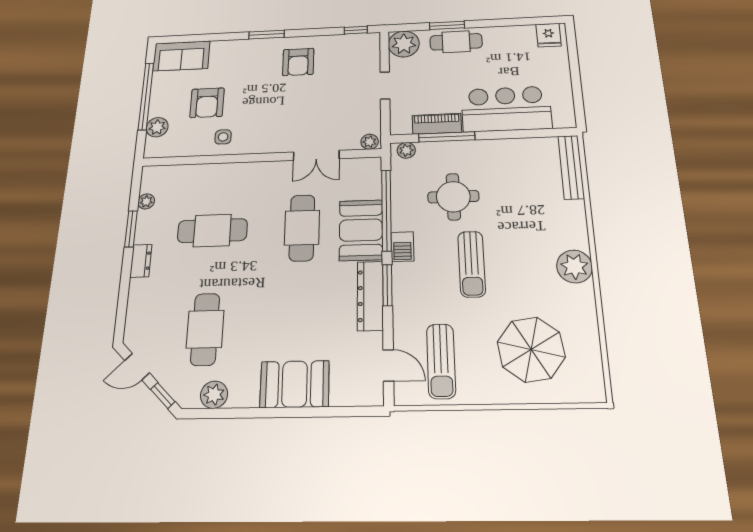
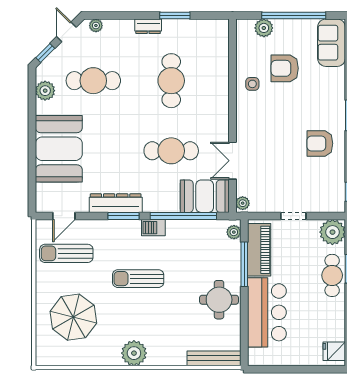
piano: (437, 124) -> (259, 250), width x1.37, depth x1.33
round table: (453, 197) -> (219, 300), moved
plant: (146, 201) -> (96, 25), moved
booth: (361, 230) -> (205, 196), moved
booth: (295, 384) -> (59, 149), width x1.36, depth x1.42

